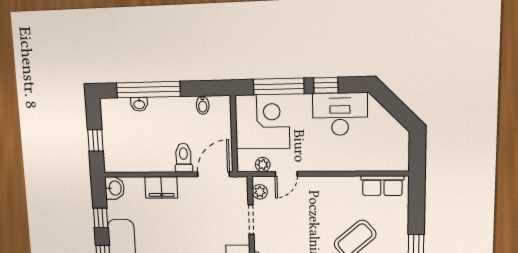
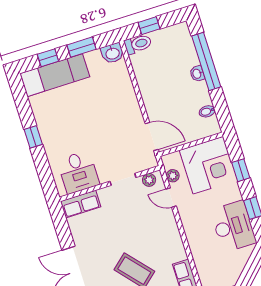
window: (279, 86) -> (241, 170), width x0.46
washbasin: (139, 104) -> (197, 74), moved
toilet: (184, 158) -> (138, 44), moved
filing cabinet: (161, 187) -> (126, 94), removed
window: (101, 218) -> (82, 47), width x1.50

